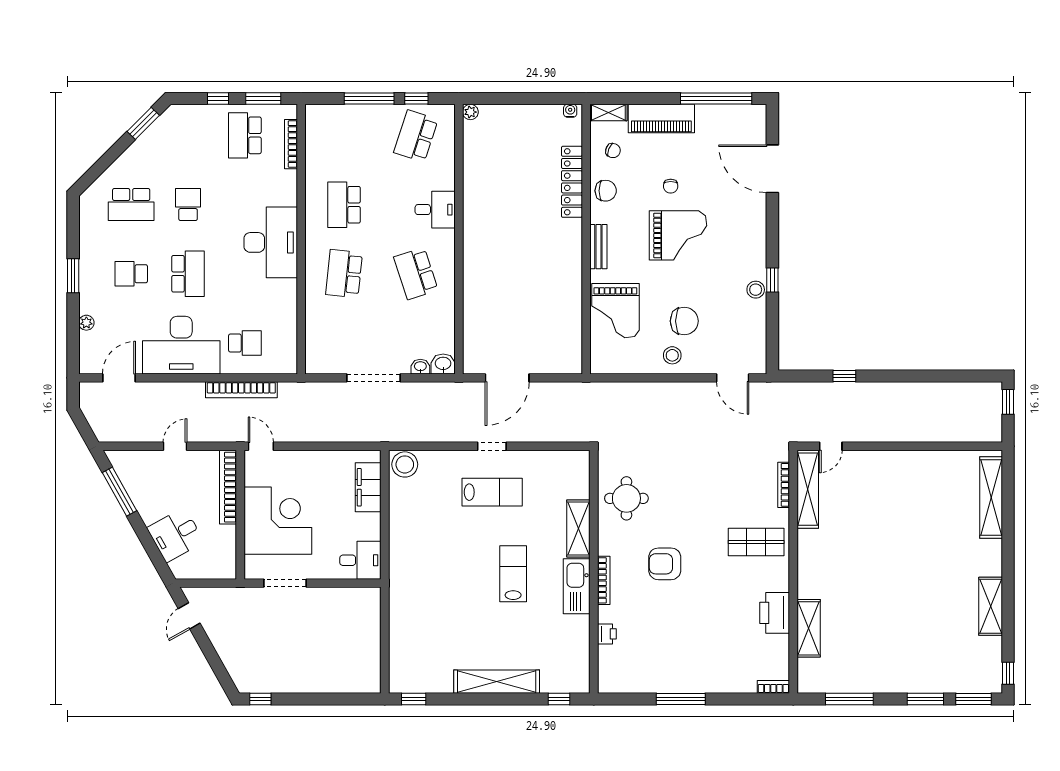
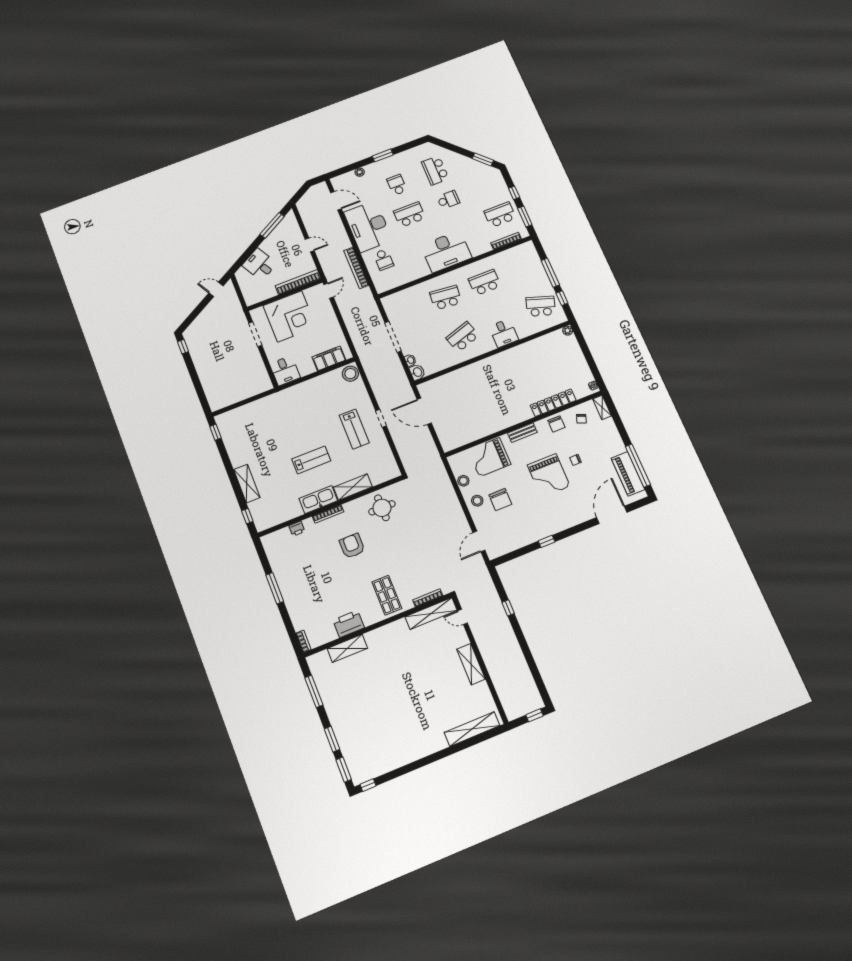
piano: (661, 119) -> (628, 474), moved
school desk: (188, 274) -> (410, 215), turned 180
stool: (756, 290) -> (463, 481), moved
shelving: (991, 606) -> (471, 664), moved, turned 90
shelving: (497, 682) -> (247, 484), width x0.68

